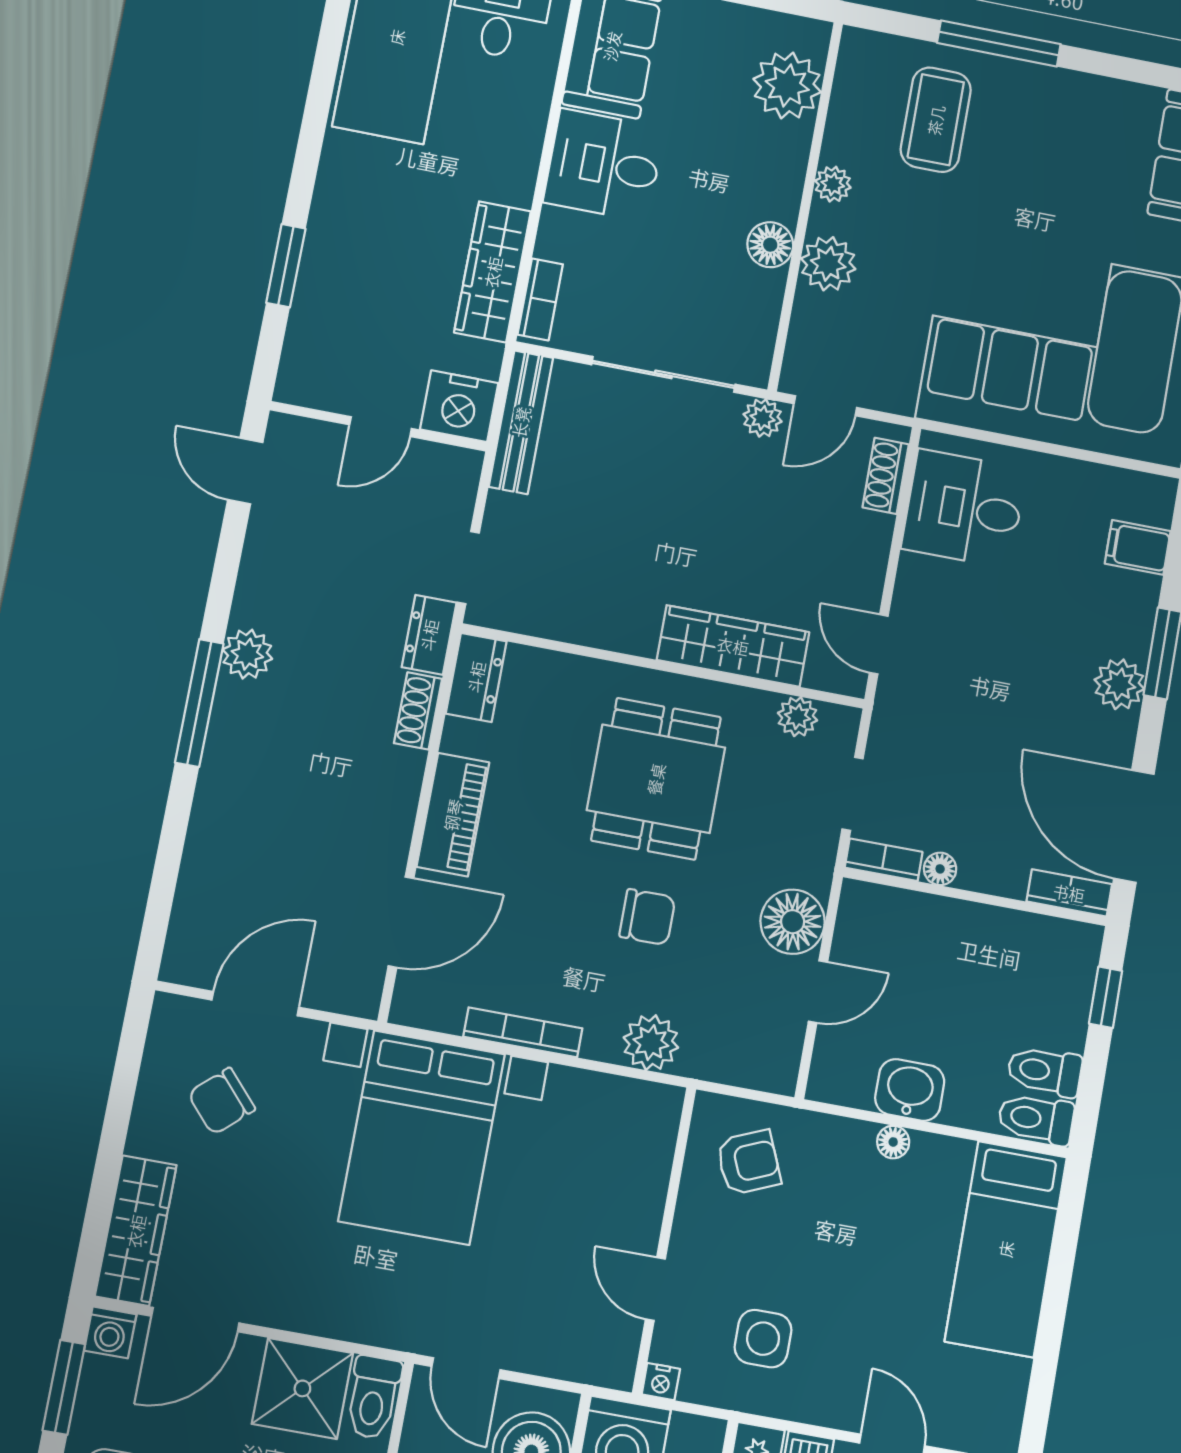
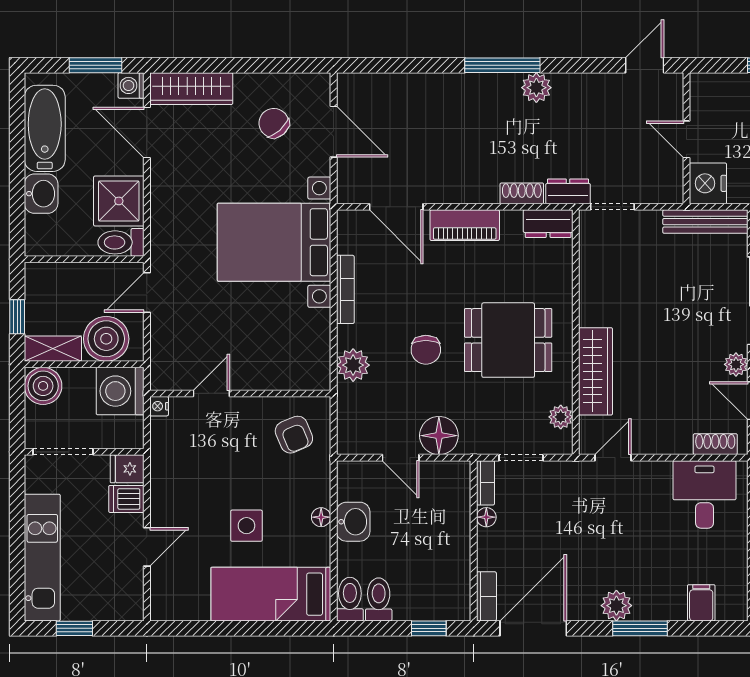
side table: (763, 1339) -> (246, 526), moved

